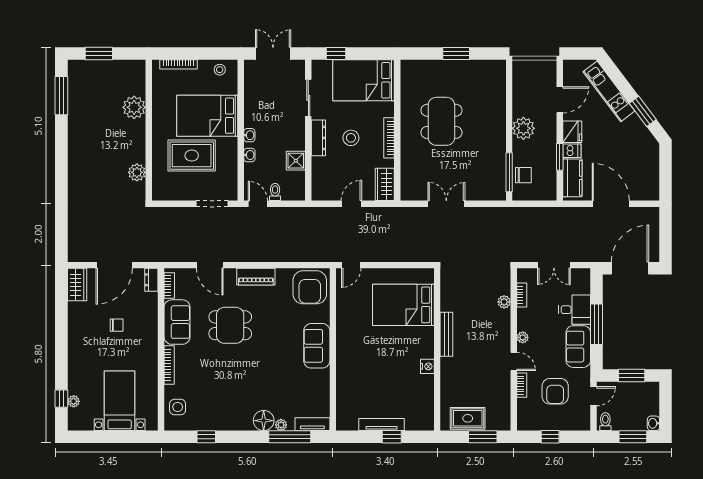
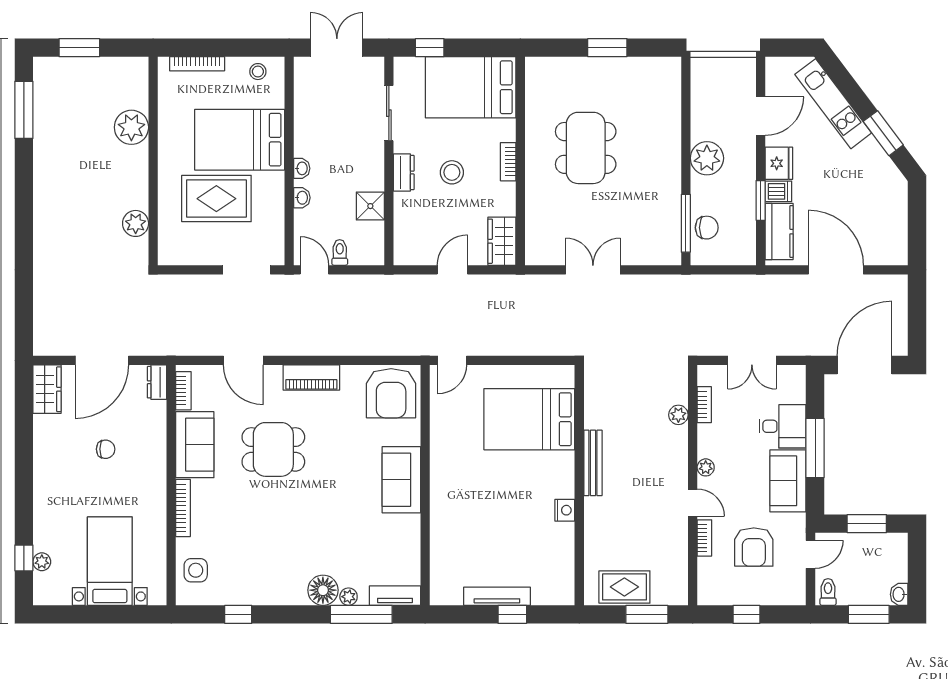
dresser: (318, 138) -> (404, 173), width x0.70
bookcase: (389, 138) -> (508, 162), width x0.64

